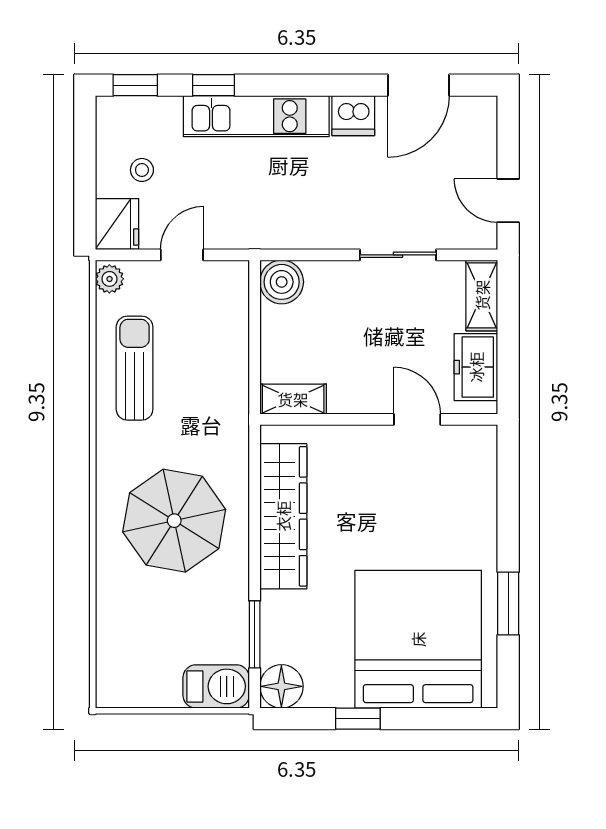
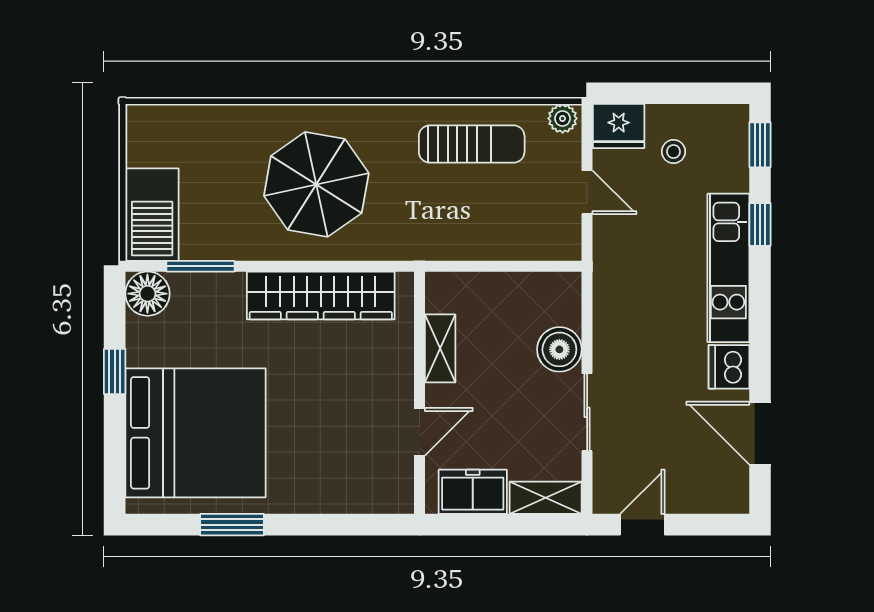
boiler: (282, 282) -> (559, 349), moved
shelving: (293, 399) -> (440, 348), moved
barbecue: (216, 686) -> (152, 215), width x1.37, depth x1.21

